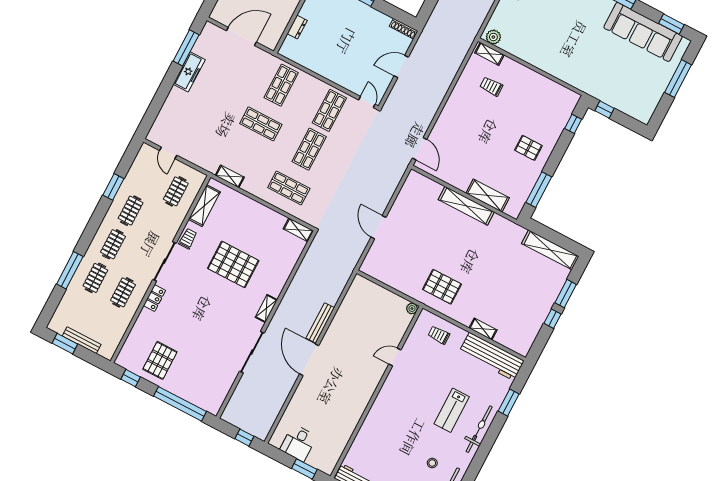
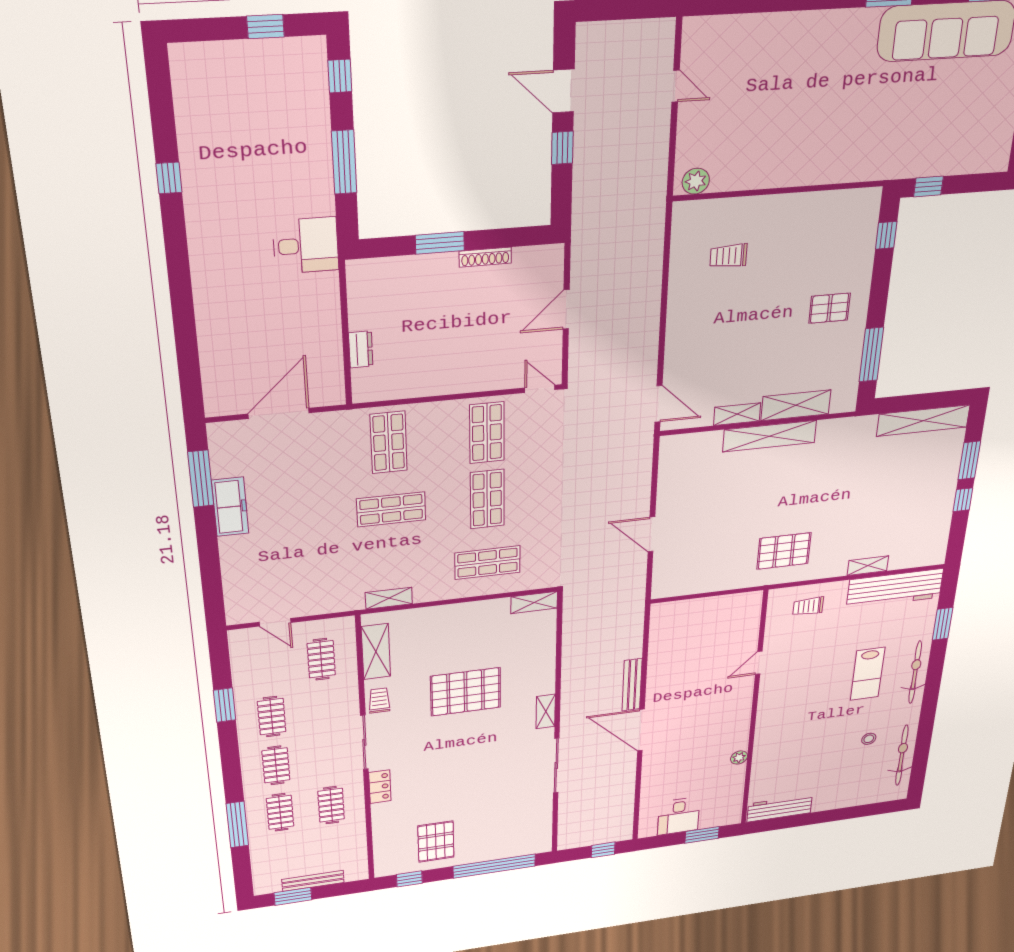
shoe rack: (403, 29) -> (485, 257), moved
shelving: (489, 54) -> (737, 414), moved
plant: (412, 308) -> (739, 757), moved

